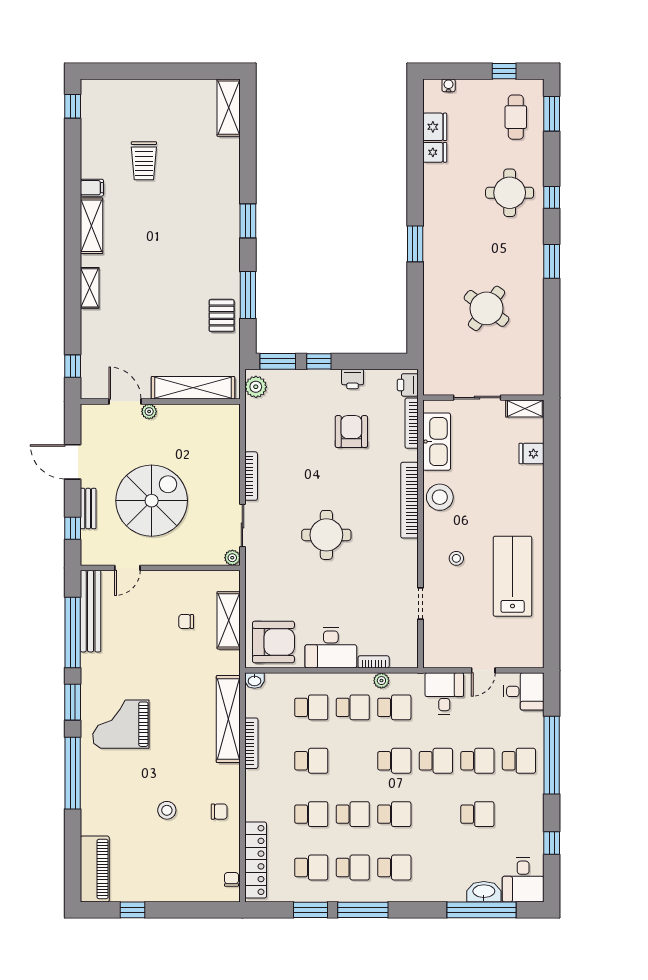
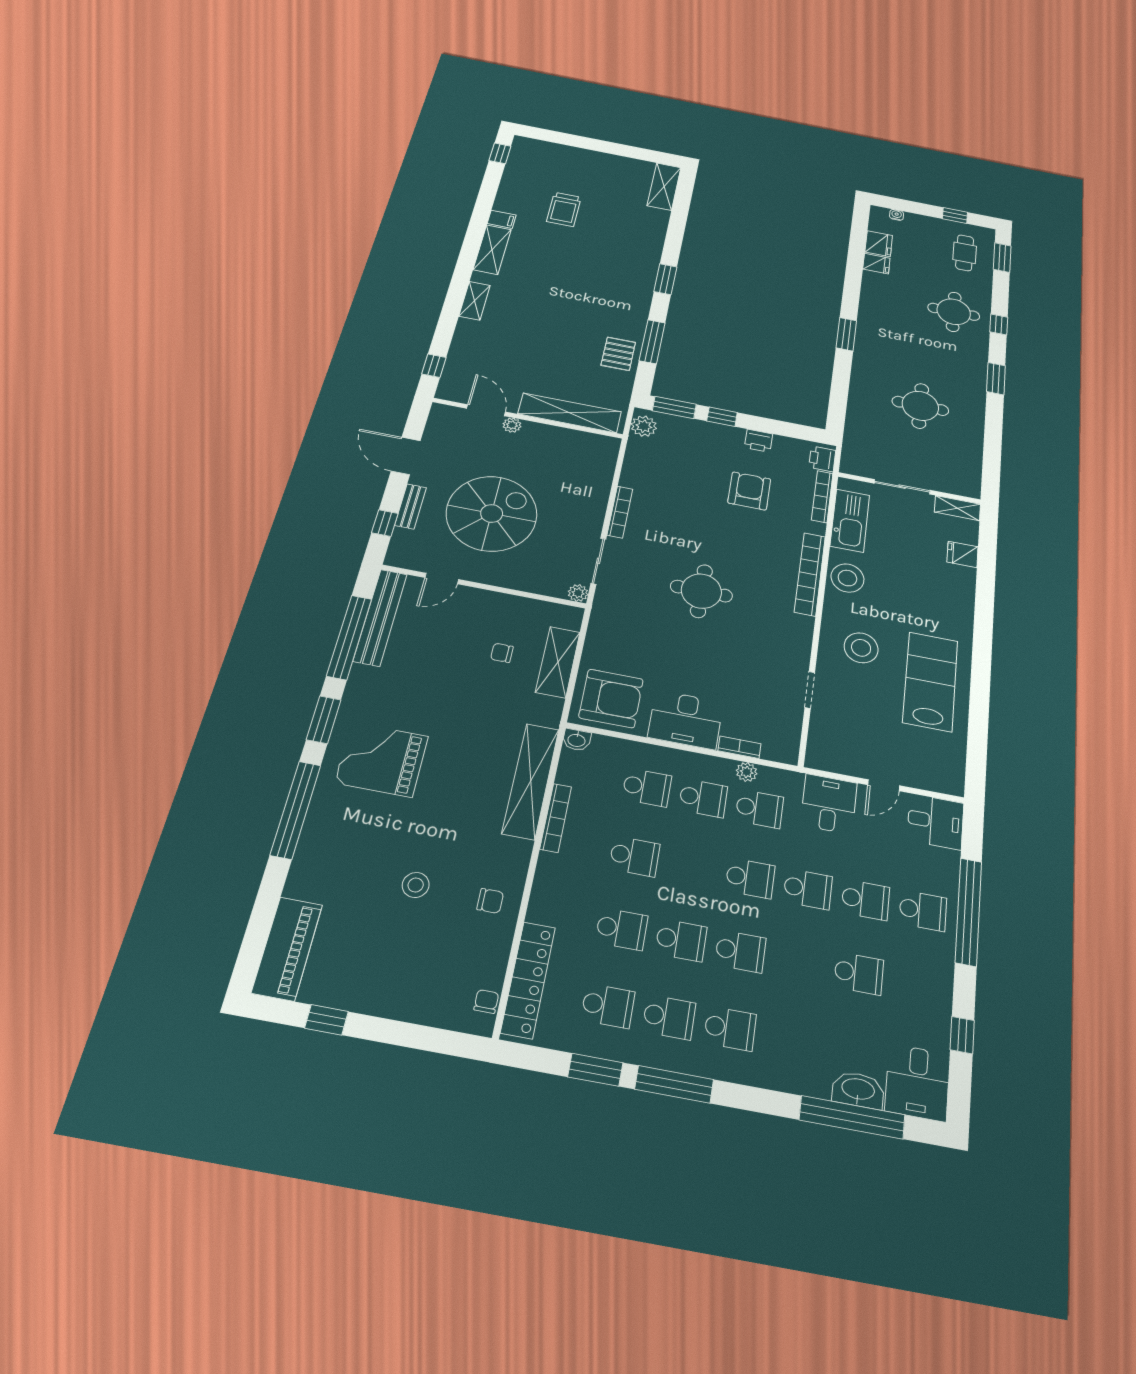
round table: (487, 308) -> (920, 406), turned -36
stool: (456, 558) -> (861, 648), width x1.89, depth x1.89

